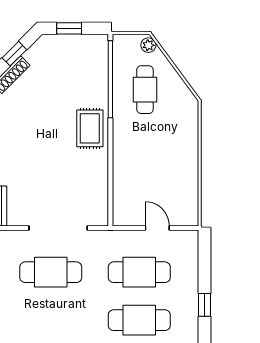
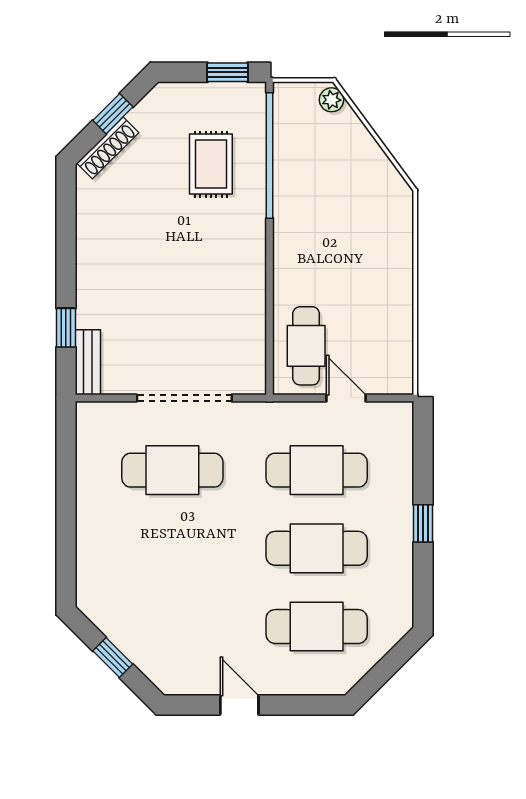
window: (69, 28) -> (227, 72), moved
cafe table: (145, 90) -> (306, 346), moved
rug: (90, 128) -> (211, 164), moved

